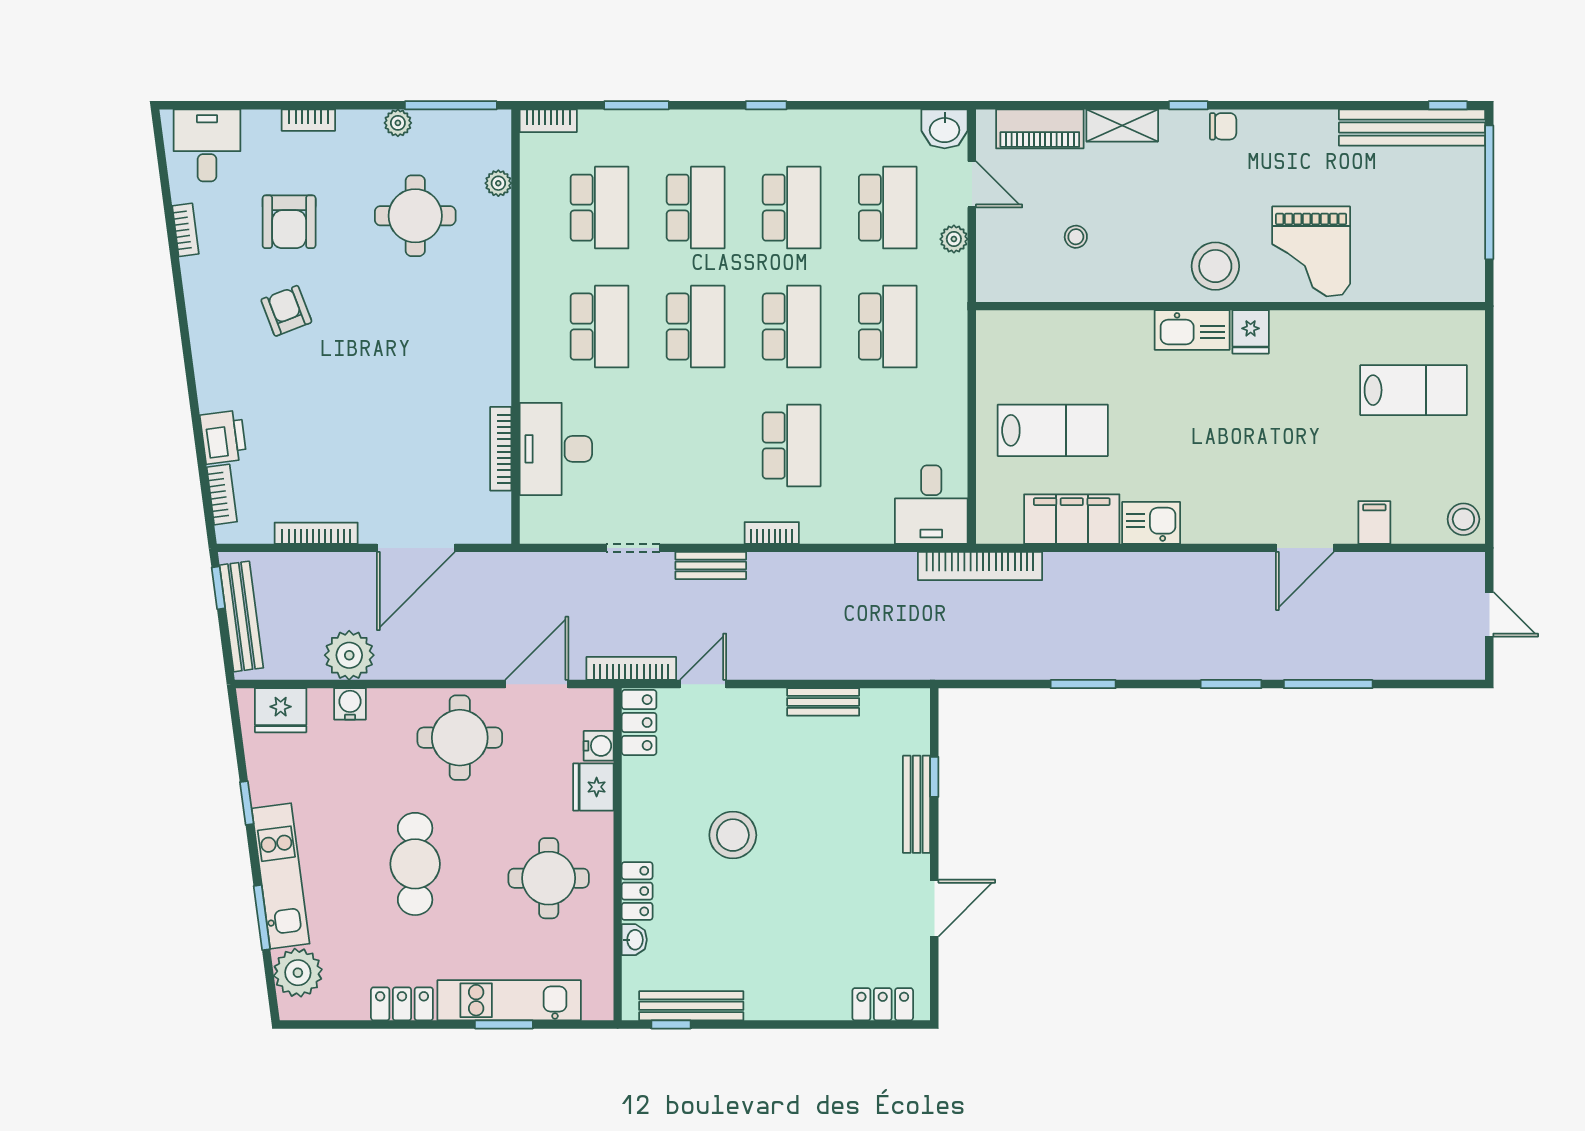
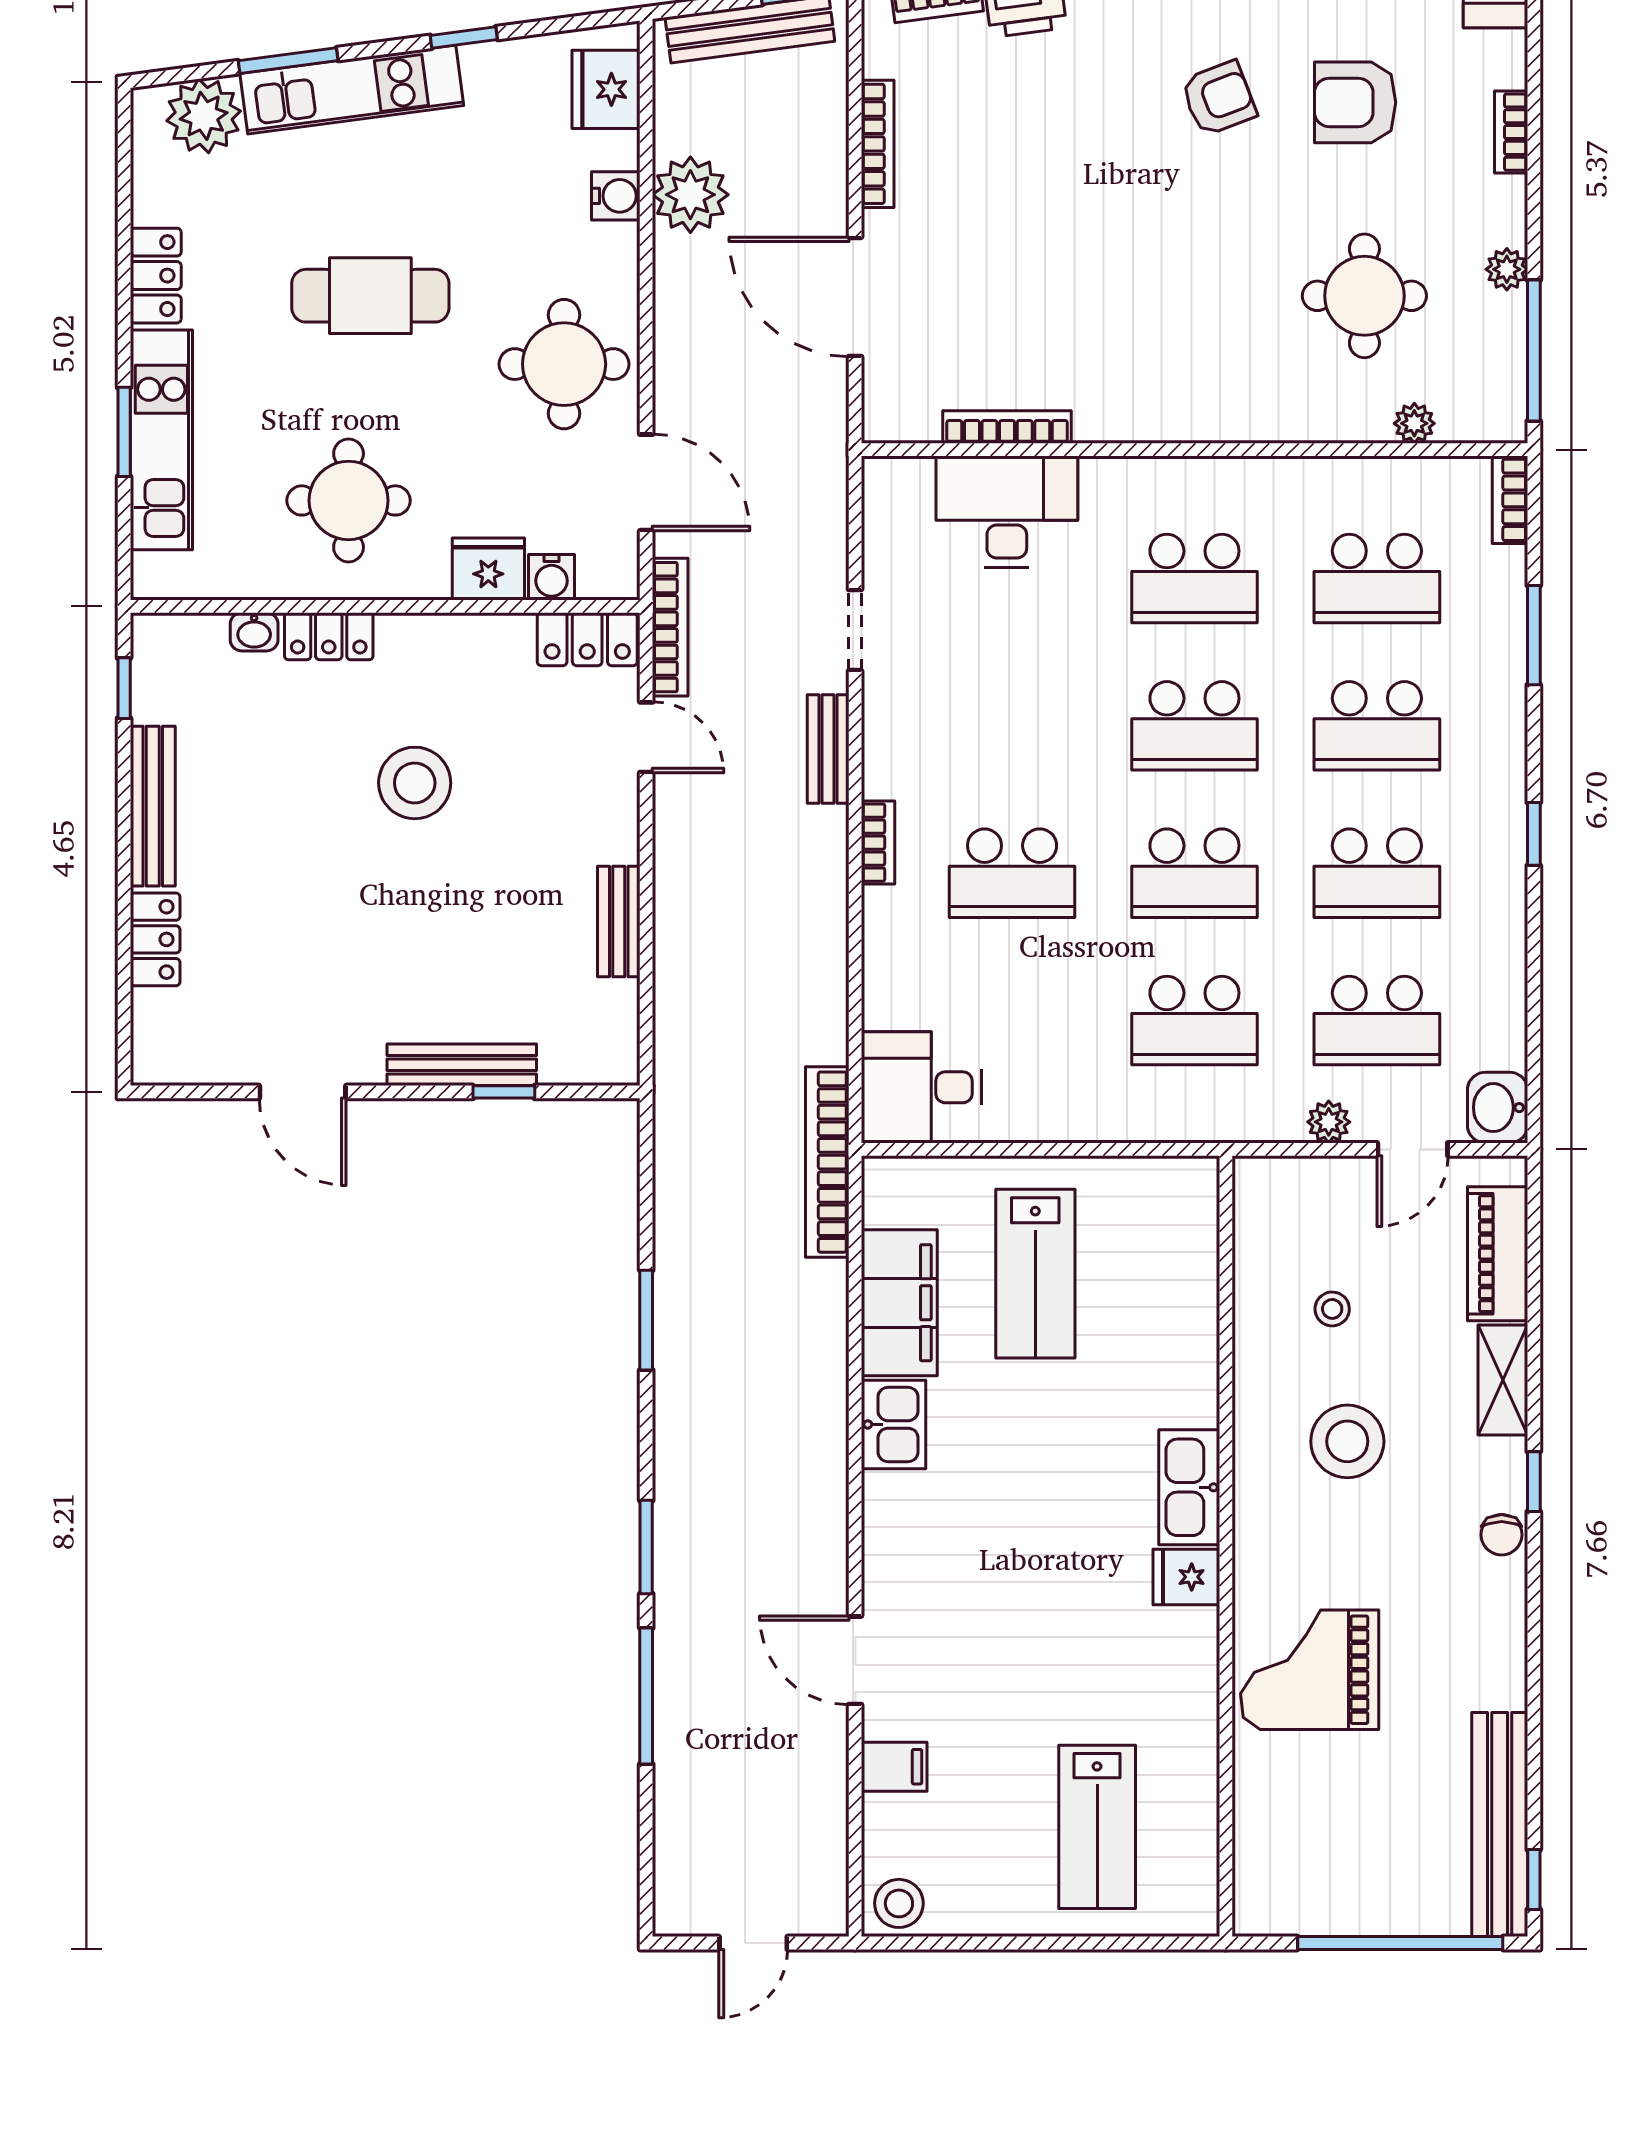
stool: (1215, 266) -> (1347, 1441), moved
locker: (883, 1004) -> (155, 939), moved
bench: (691, 1006) -> (153, 806), moved

